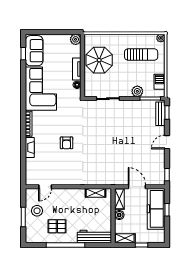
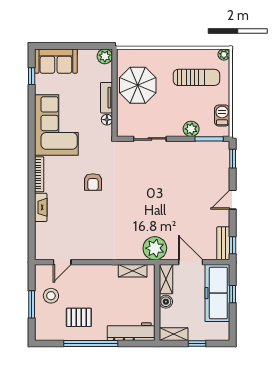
sofa: (34, 51) -> (56, 61), moved, turned 90
bench: (160, 114) -> (223, 243), moved
armchair: (67, 143) -> (93, 182), moved
plant: (111, 177) -> (155, 248), added

